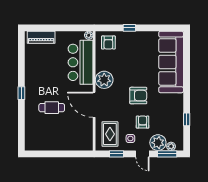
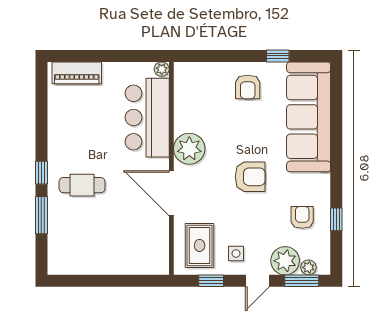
window: (129, 28) -> (278, 56), moved
armchair: (108, 43) -> (248, 87), moved
cafe table: (52, 108) -> (82, 185), moved
window: (21, 117) -> (41, 215), added
armchair: (143, 122) -> (302, 217), moved
door: (142, 154) -> (257, 281), hinge flipped

